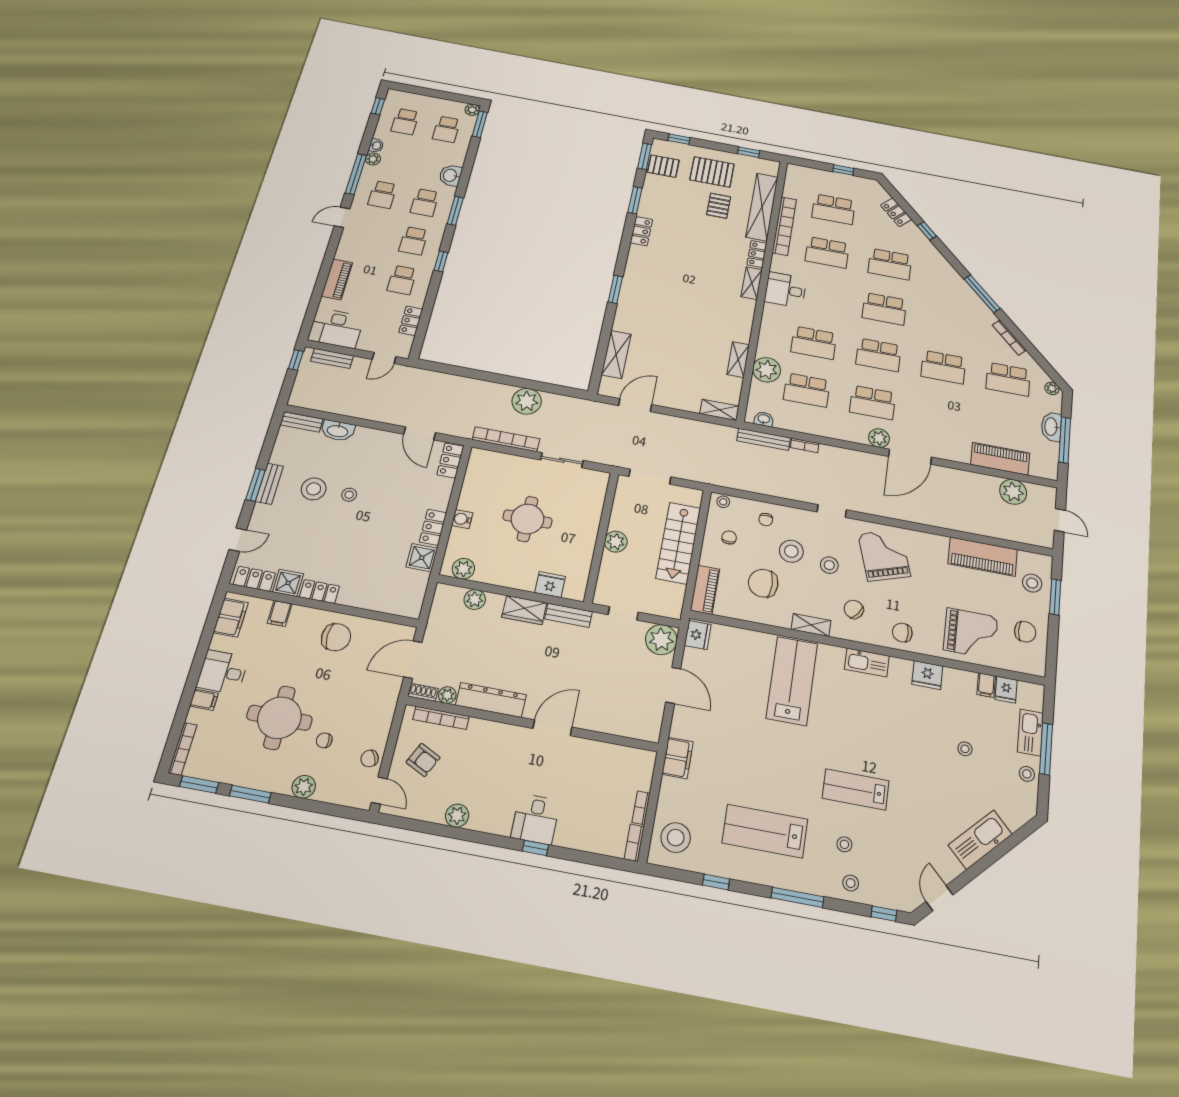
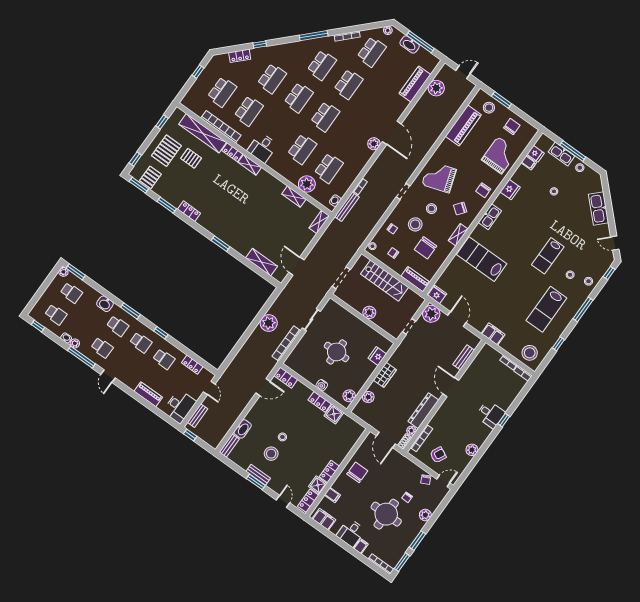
school desk: (873, 402) -> (322, 65), moved
bench: (569, 615) -> (464, 357), moved
door: (673, 685) -> (457, 319), hinge flipped

